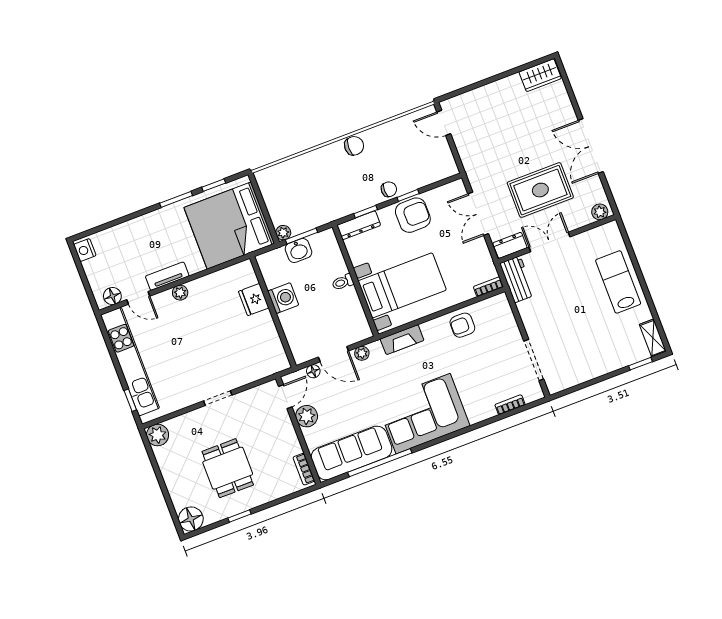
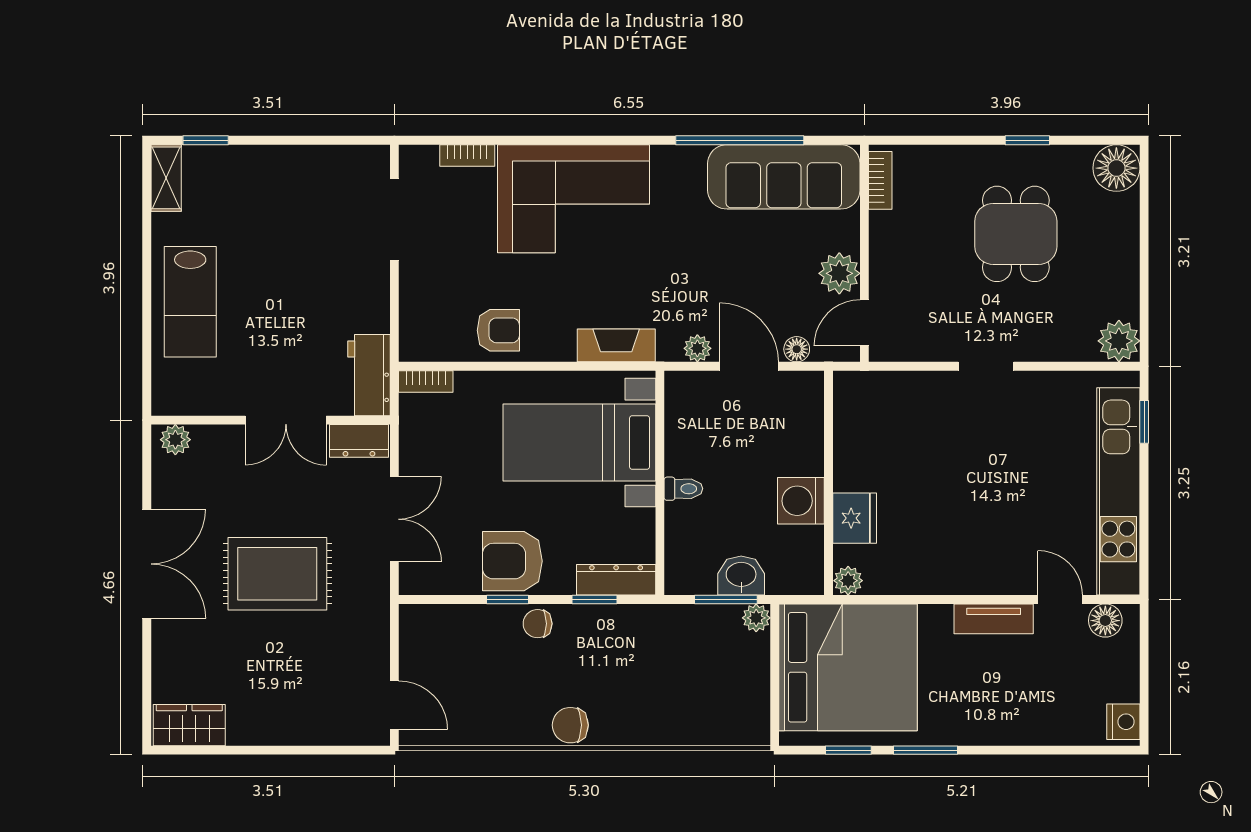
rug: (540, 190) -> (277, 574), moved
plant: (180, 293) -> (848, 581), moved
corner sofa: (423, 414) -> (573, 199), moved

